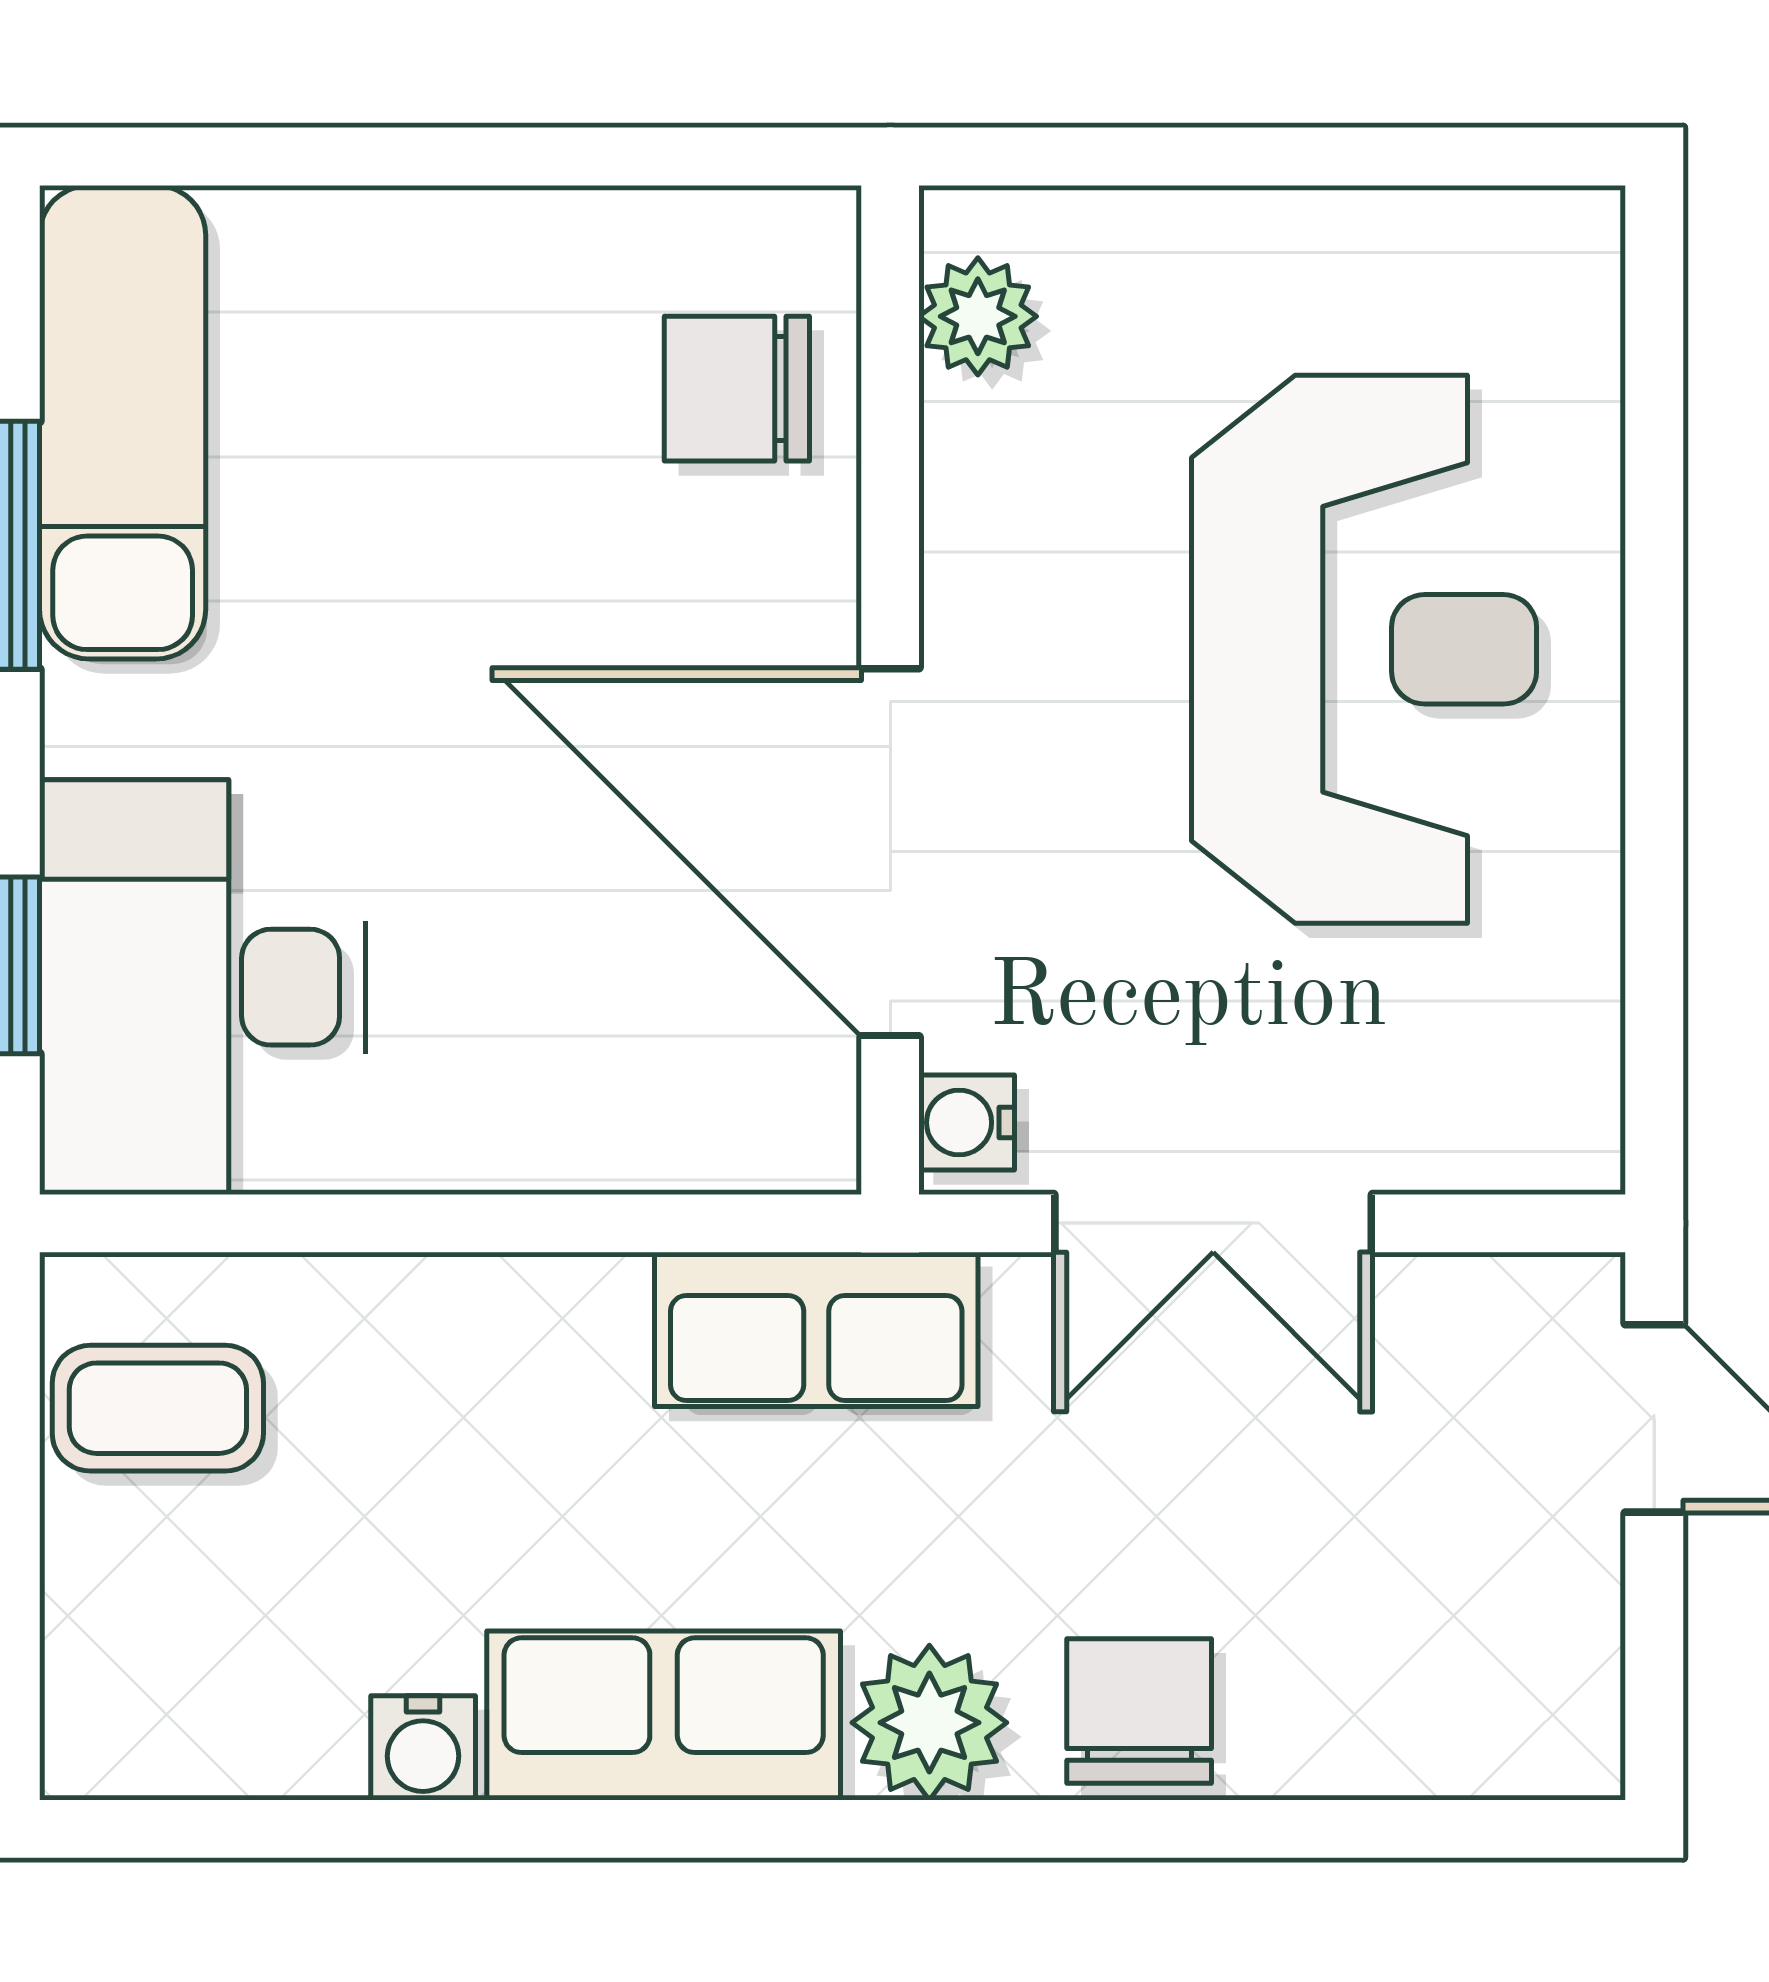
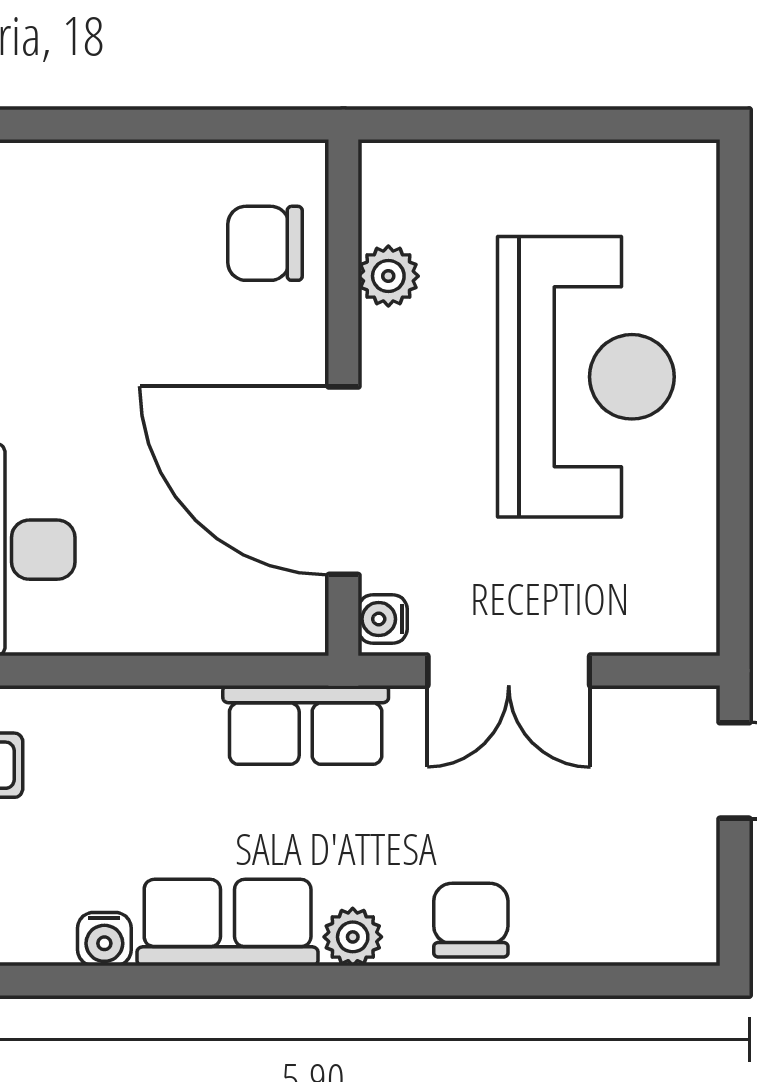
plant: (978, 316) -> (388, 276), moved
plant: (929, 1723) -> (353, 937), width x0.73, depth x0.73

